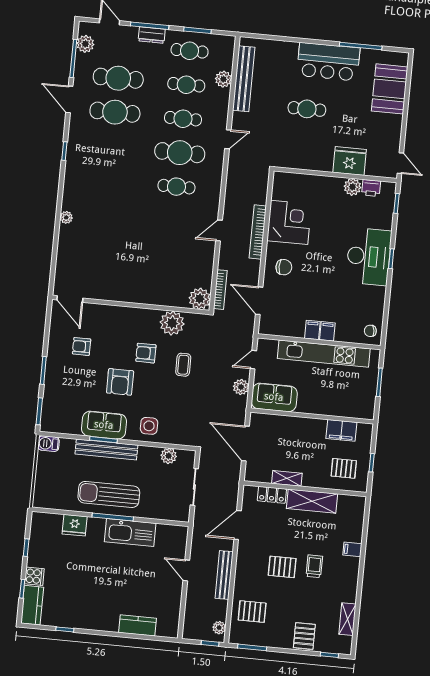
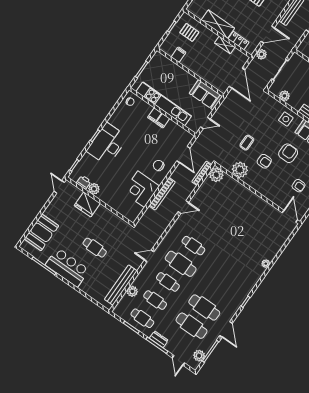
plant: (241, 387) -> (262, 54), moved
filing cabinet: (341, 430) -> (179, 55), width x0.50

